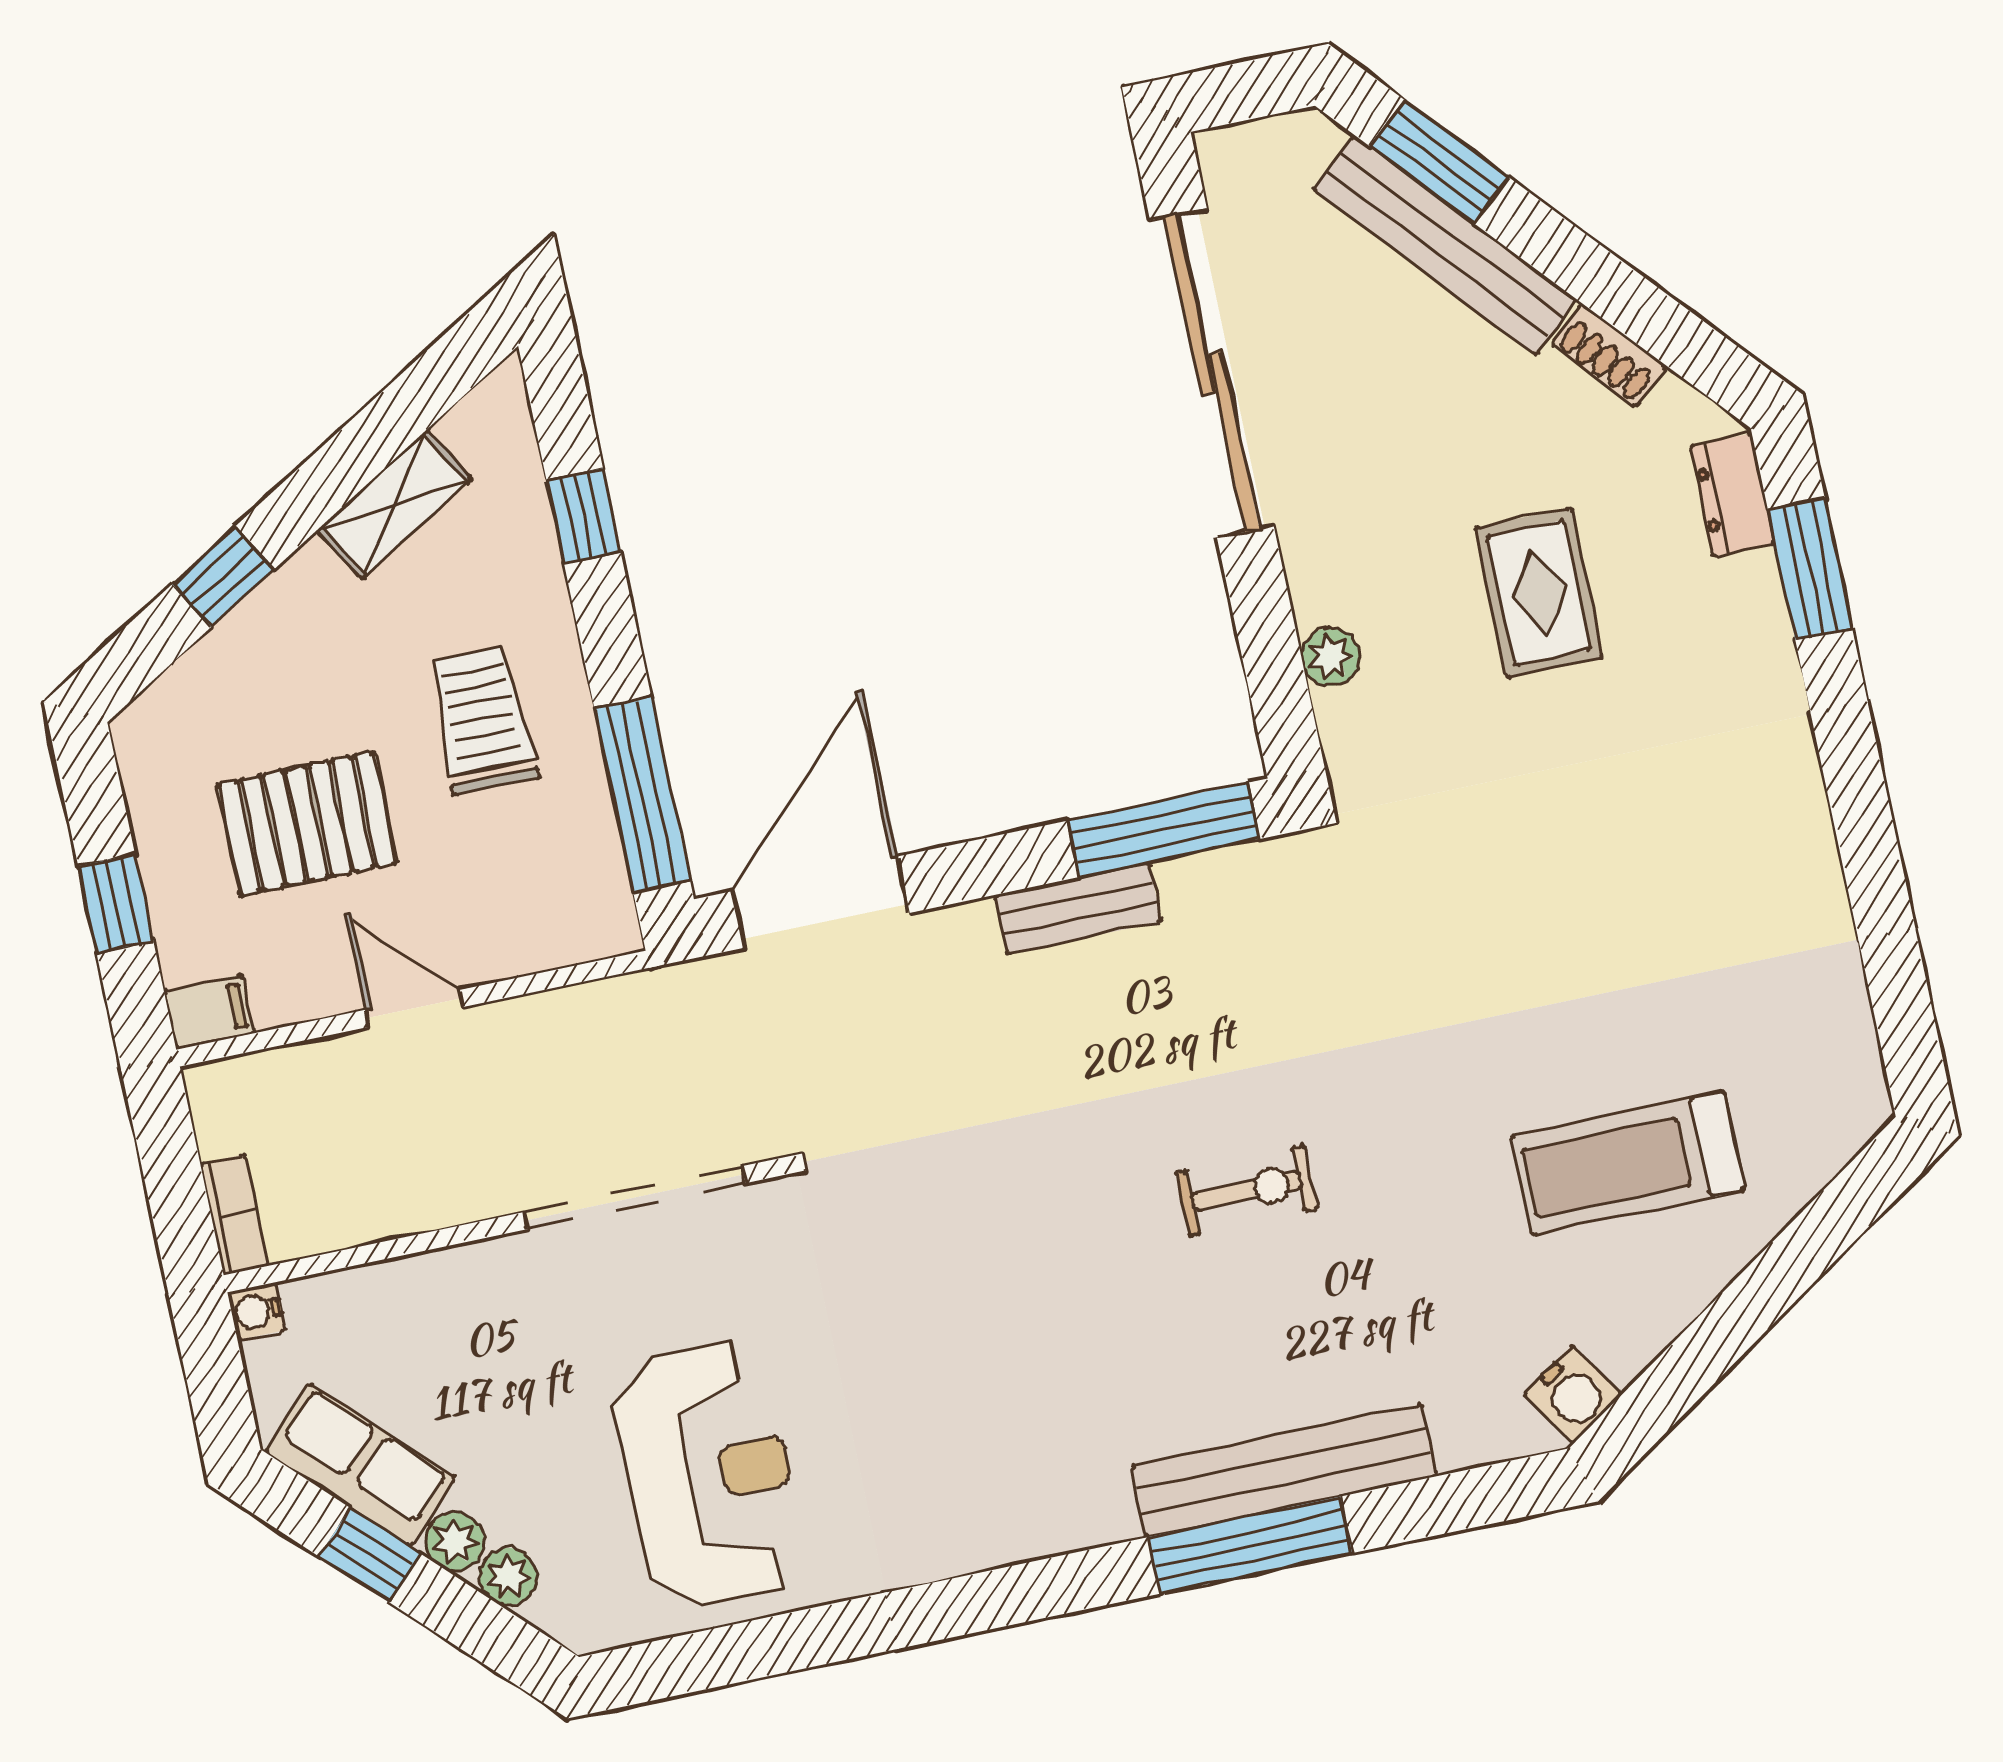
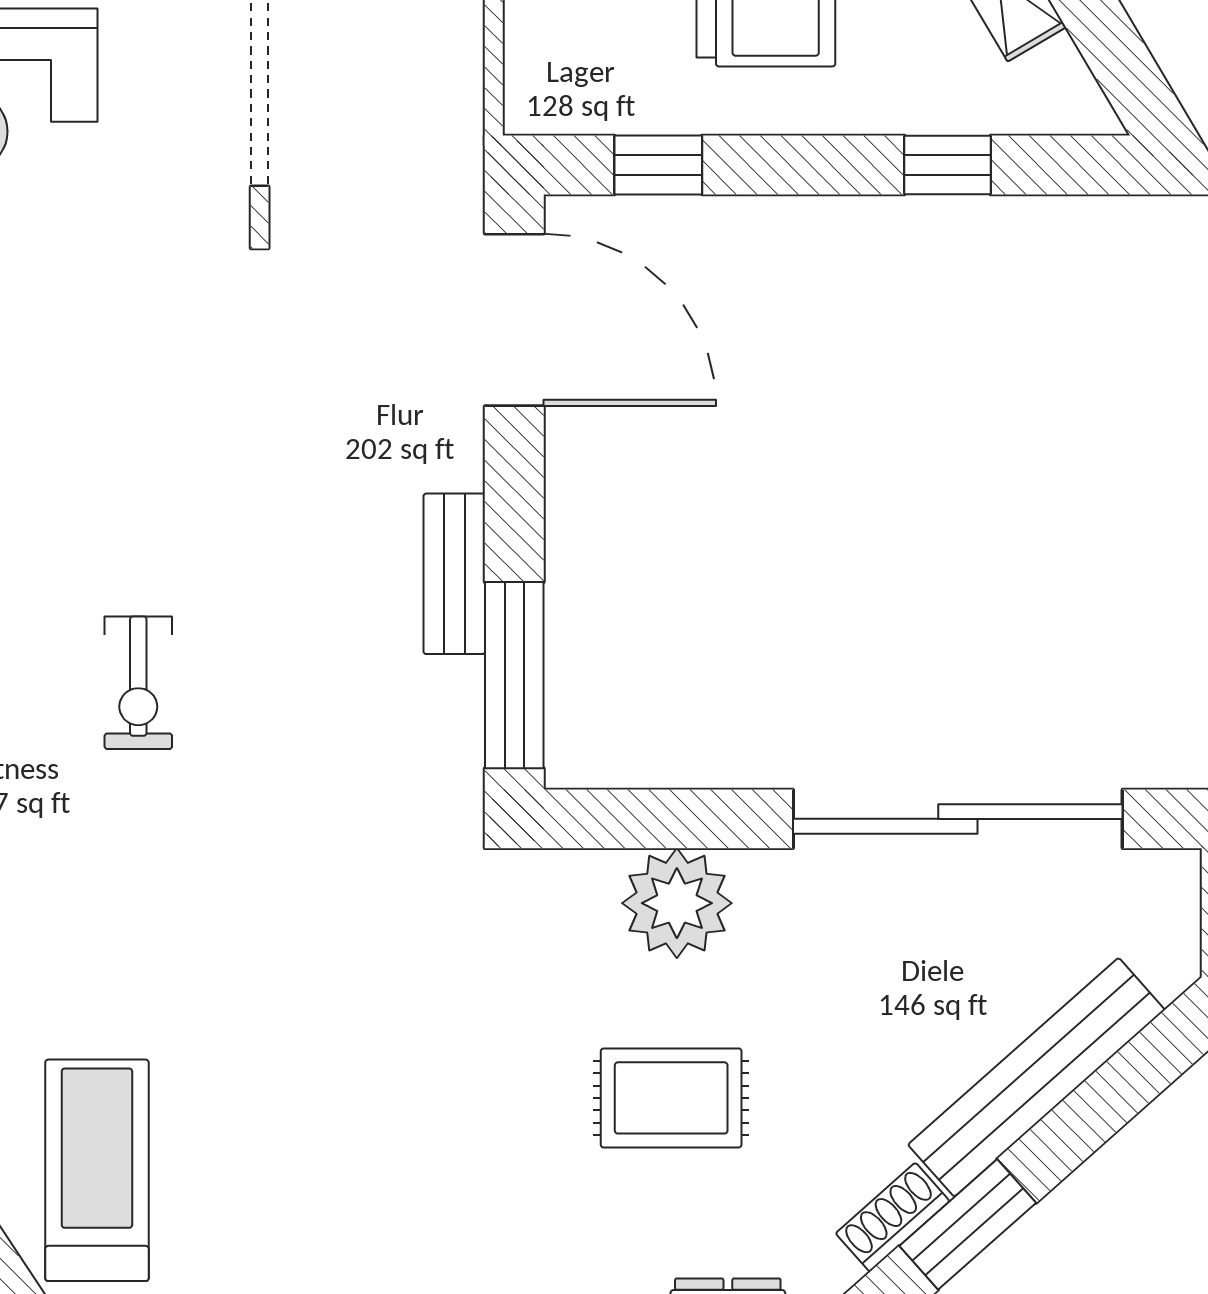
window: (1439, 162) -> (968, 1224), moved
plant: (1331, 657) -> (677, 903), width x1.88, depth x1.88
window: (642, 795) -> (658, 165), width x0.46
treadmill: (1628, 1163) -> (97, 1170), moved

